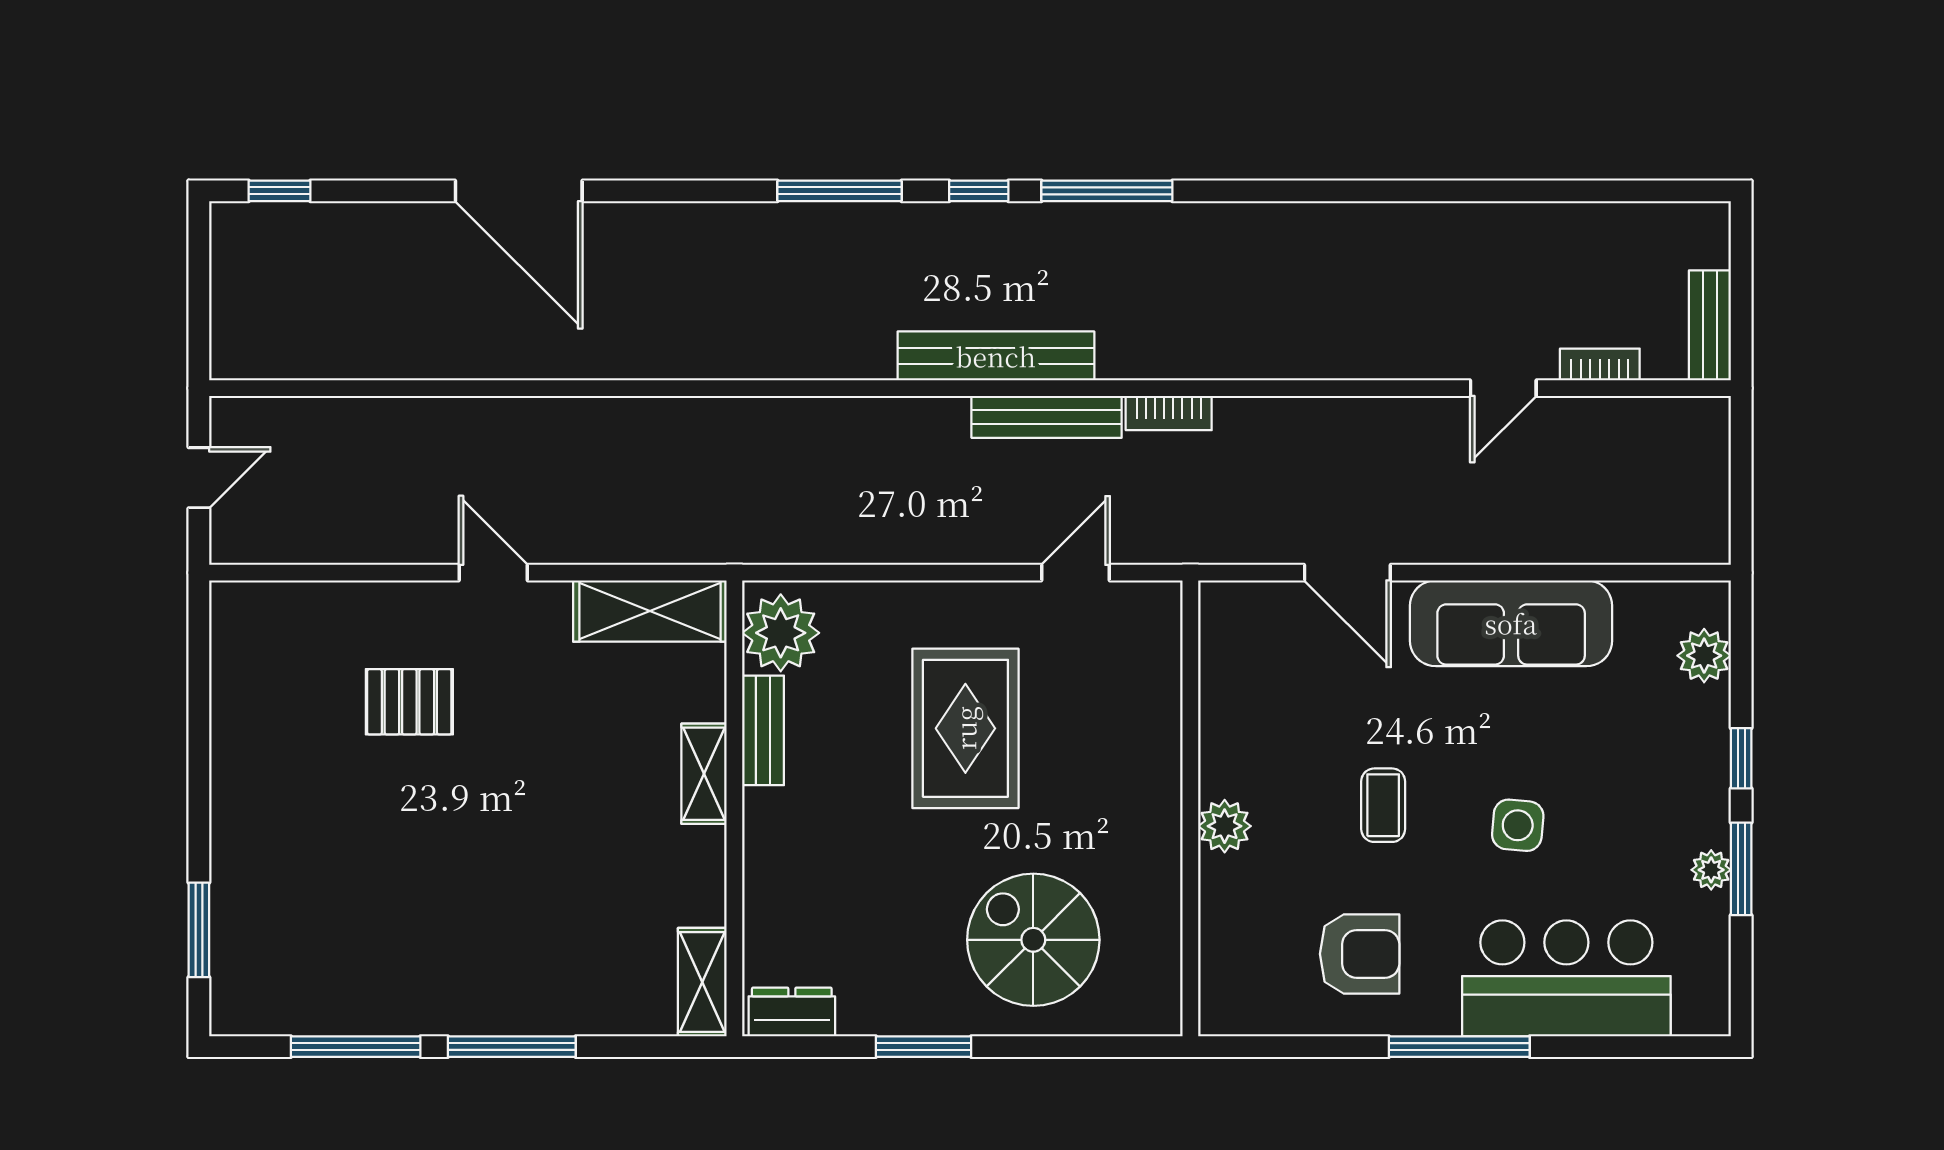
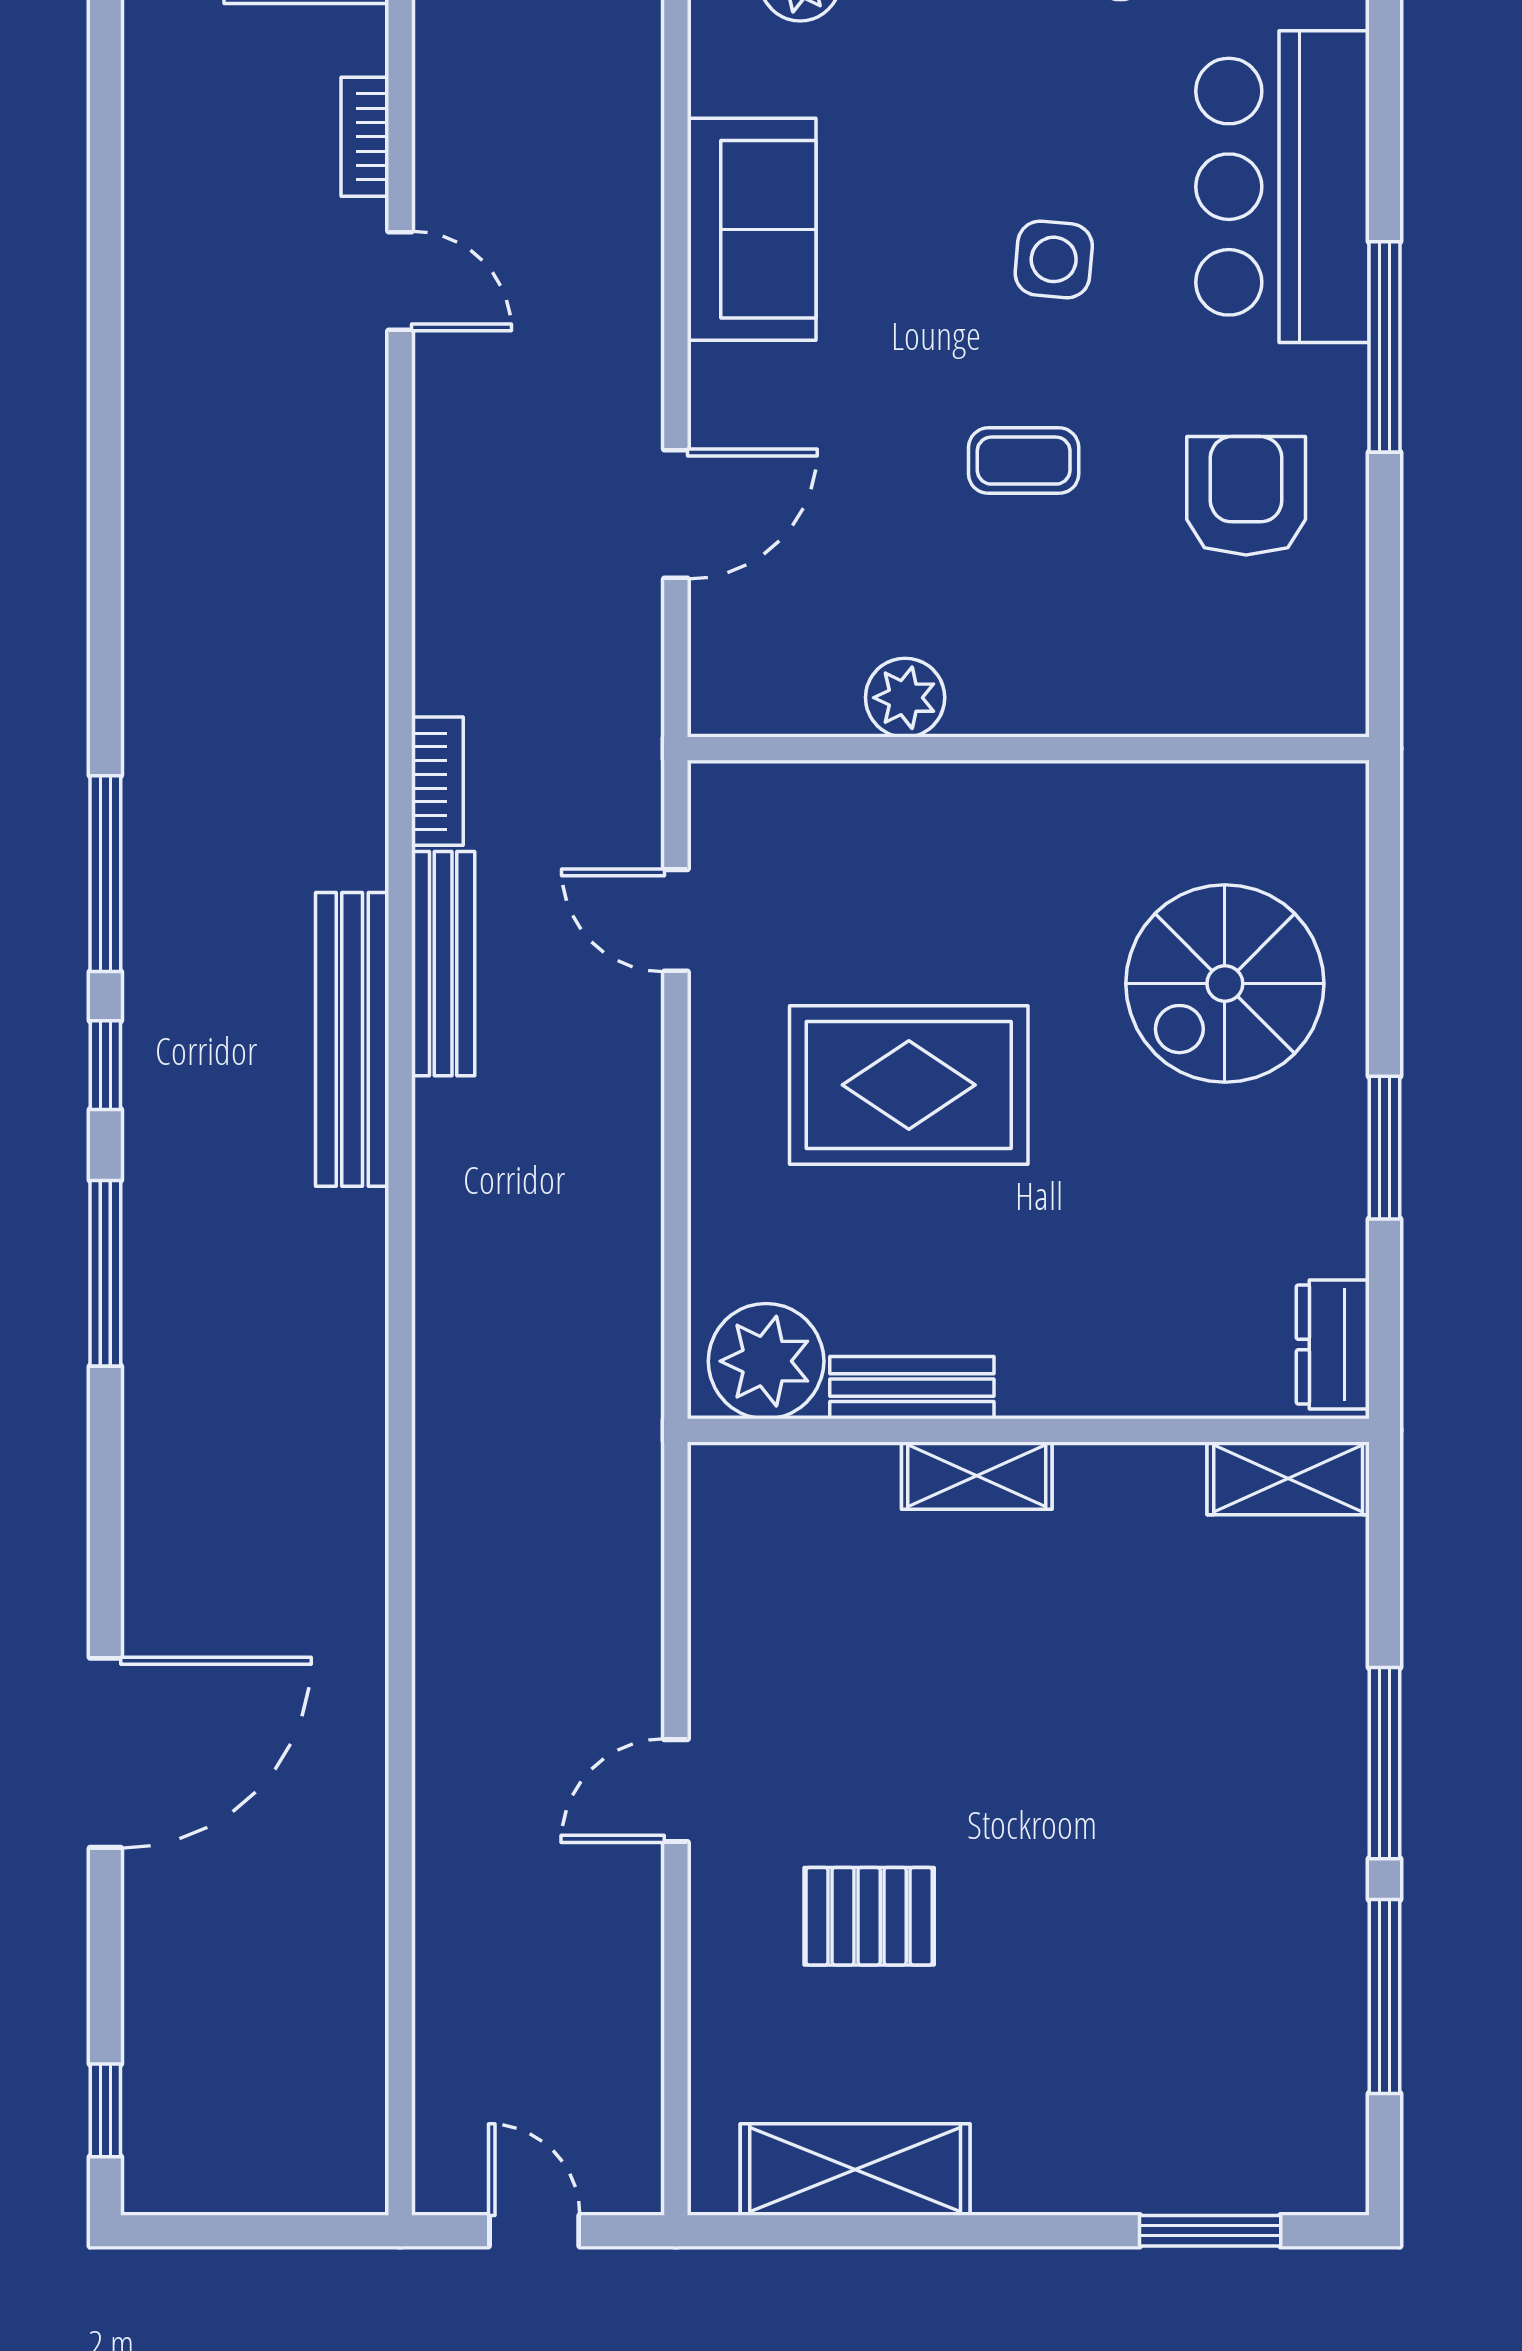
shelving: (650, 611) -> (855, 2170), moved, turned 90
sofa: (1511, 623) -> (752, 229), width x0.73
pallet: (409, 702) -> (869, 1916), turned 90
plant: (1225, 826) -> (905, 698), moved

